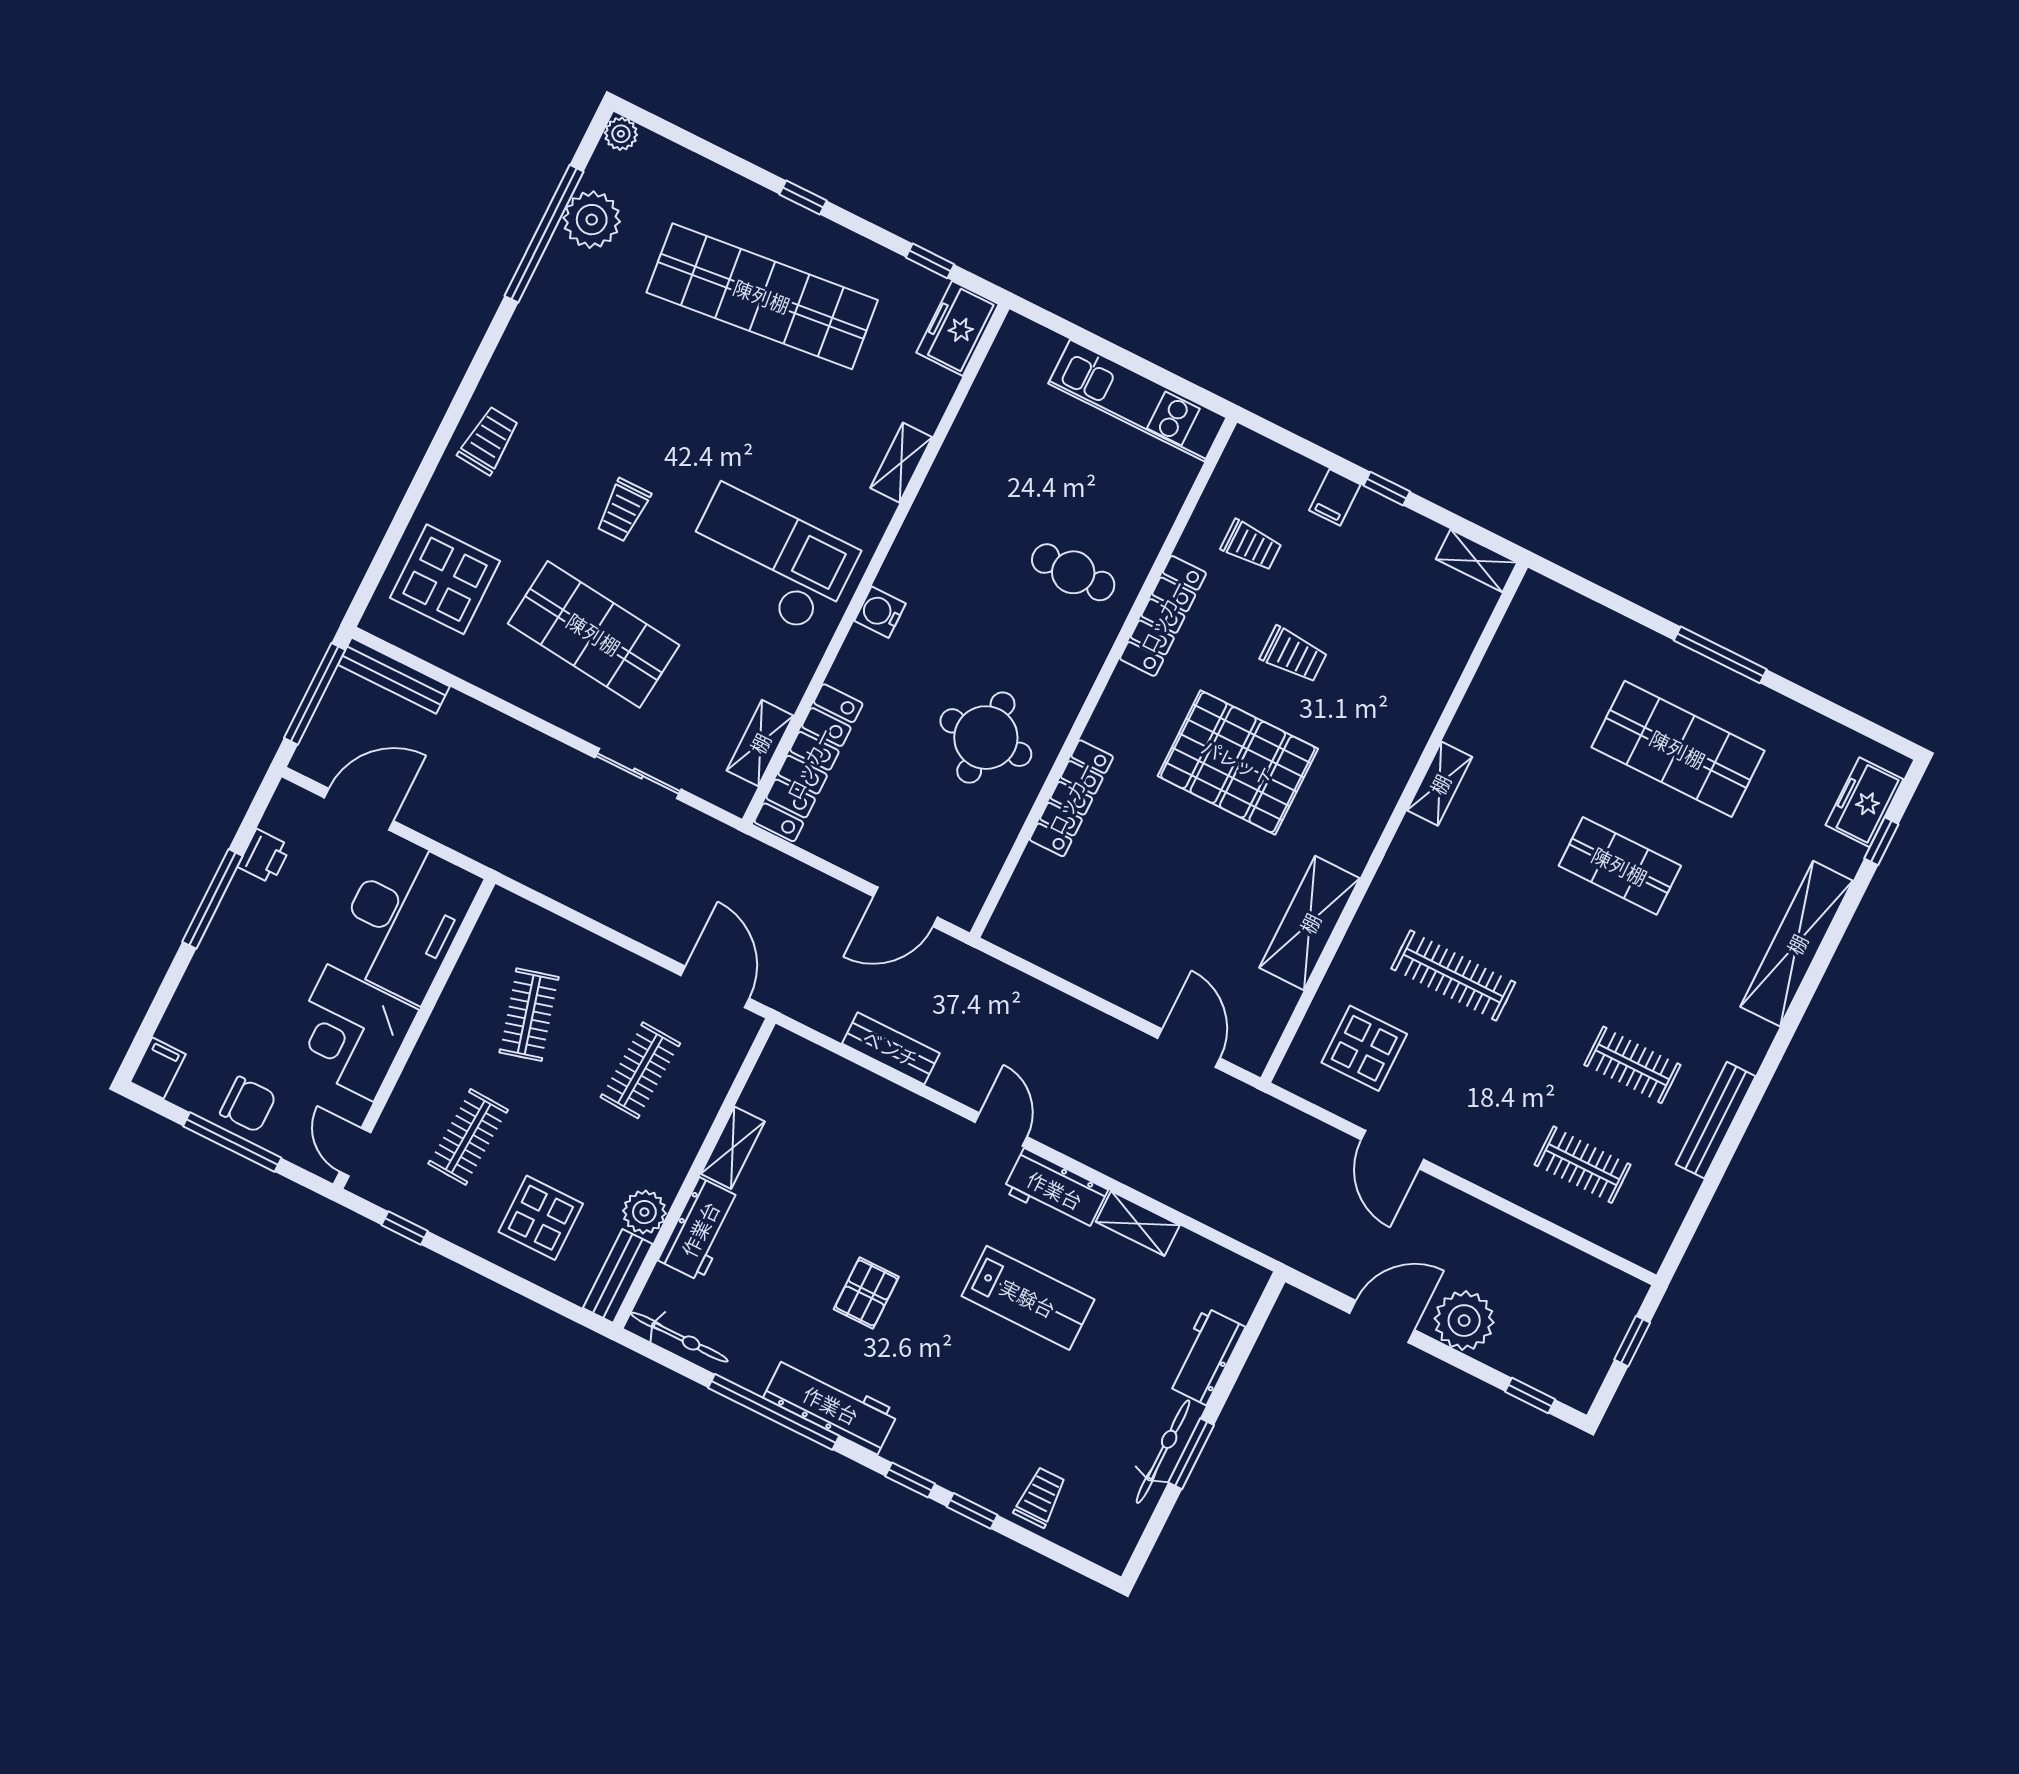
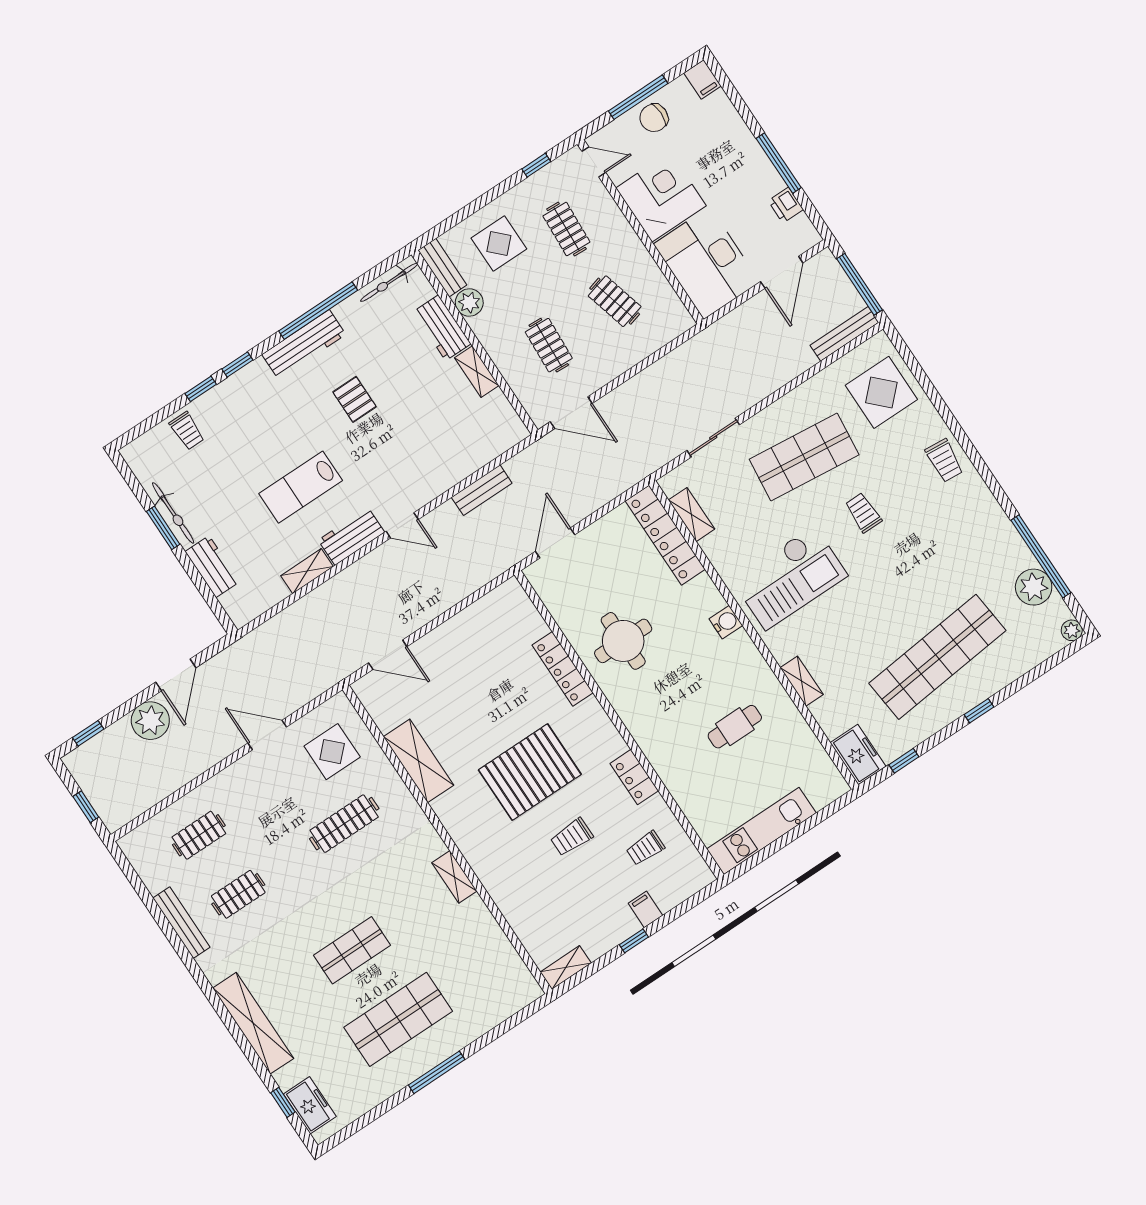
cafe table: (1073, 572) -> (735, 727), moved
locker: (1163, 616) -> (634, 777), width x0.66

